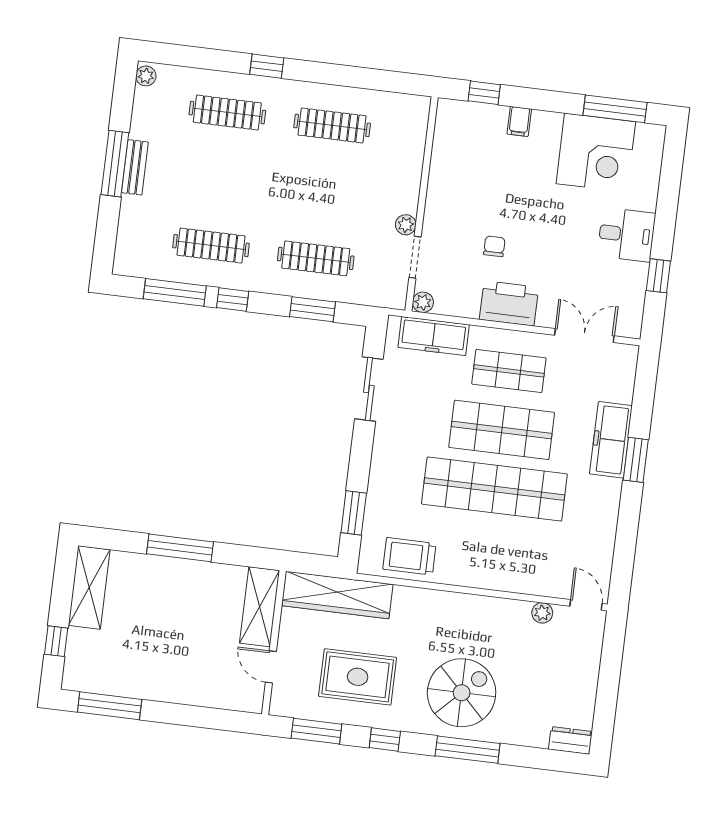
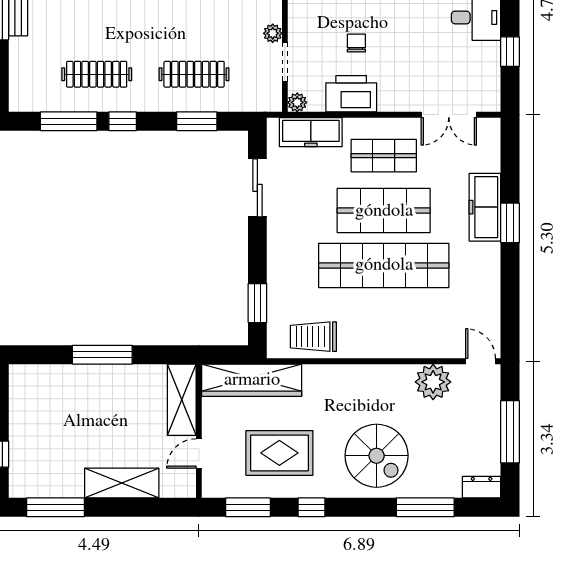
printer: (509, 303) -> (351, 94), moved
double door: (584, 336) -> (449, 115), swing flipped
shelving: (89, 587) -> (122, 483), moved, turned 90
plant: (542, 613) -> (433, 382), width x1.88, depth x1.88
door: (271, 667) -> (199, 454), hinge flipped
window: (608, 685) -> (510, 432), added
spiral stairs: (462, 693) -> (377, 456), turned 90
window: (468, 750) -> (425, 507), moved

